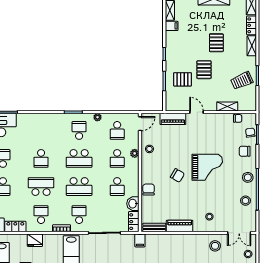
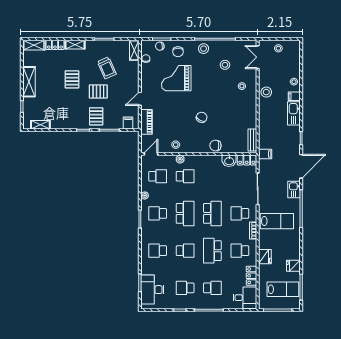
filing cabinet: (172, 26) -> (128, 123), moved
pallet: (216, 43) -> (72, 79), turned 90
pallet: (182, 79) -> (96, 116), moved
trolley: (242, 81) -> (107, 68), moved
shelving: (227, 106) -> (134, 50), moved
door: (140, 124) -> (151, 154), hinge flipped
grand piano: (207, 167) -> (176, 78), moved, turned -90
school desk: (117, 187) -> (158, 251), moved, turned 180
stool: (245, 201) -> (225, 65), moved
piano: (180, 226) -> (251, 115), removed
double door: (239, 233) -> (258, 57), swing flipped
stool: (215, 246) -> (266, 92), moved

